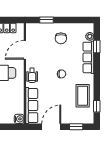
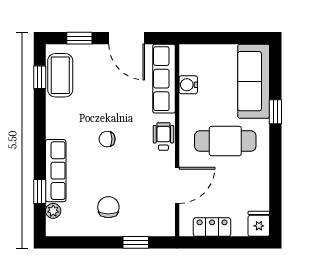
coffee table: (83, 96) -> (60, 75), moved
water cooler: (19, 119) -> (188, 85), moved
door: (51, 127) -> (127, 38), hinge flipped

